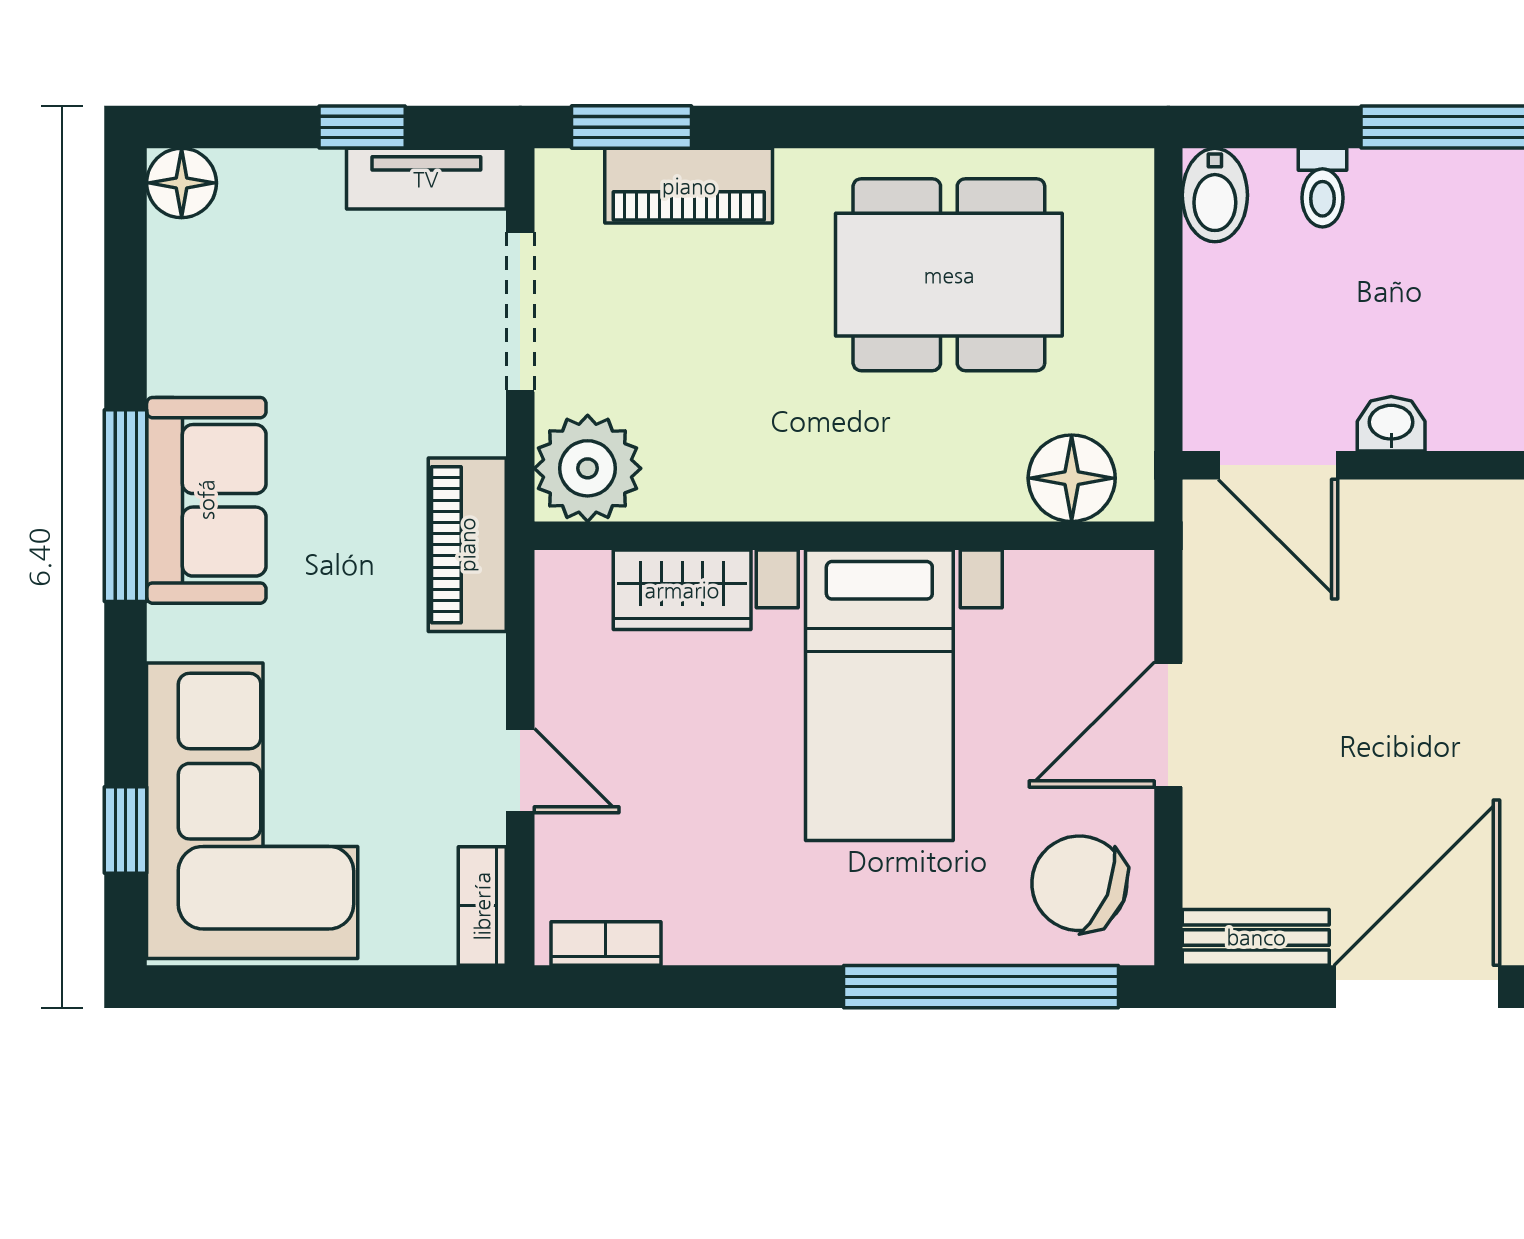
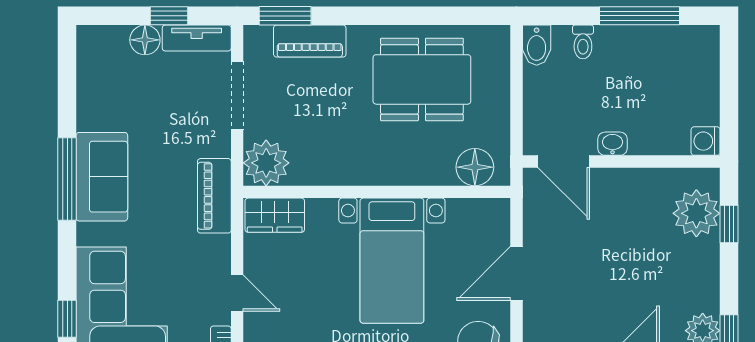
floor lamp: (182, 183) -> (145, 40), moved
wardrobe: (682, 590) -> (275, 215), moved

